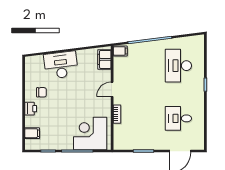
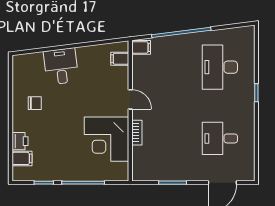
filing cabinet: (104, 59) -> (120, 59), width x0.50
desk: (61, 65) -> (61, 66), width x0.73
door: (112, 89) -> (130, 99), swing flipped
printer: (31, 109) -> (20, 141), moved
corner desk: (90, 133) -> (107, 139), moved, turned -90

